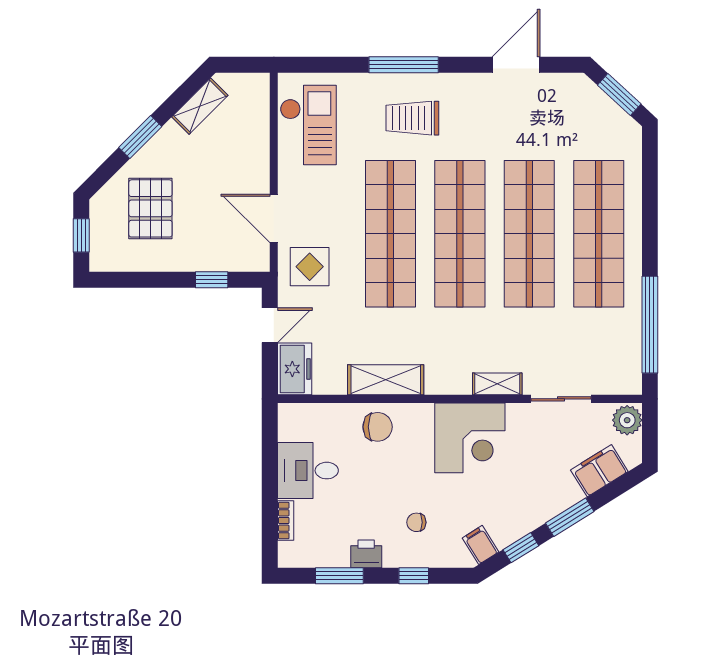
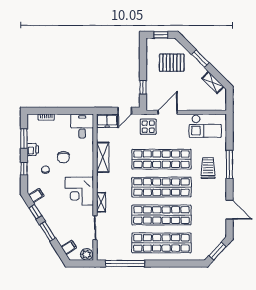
door: (270, 325) -> (125, 111), hinge flipped
chair: (378, 427) -> (63, 157), moved
desk: (308, 471) -> (82, 126), moved
filing cabinet: (599, 471) -> (69, 247), width x0.50

